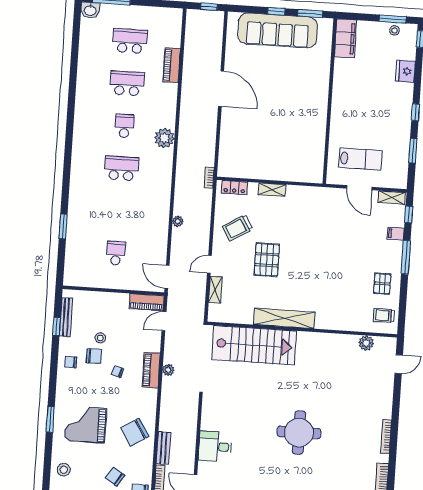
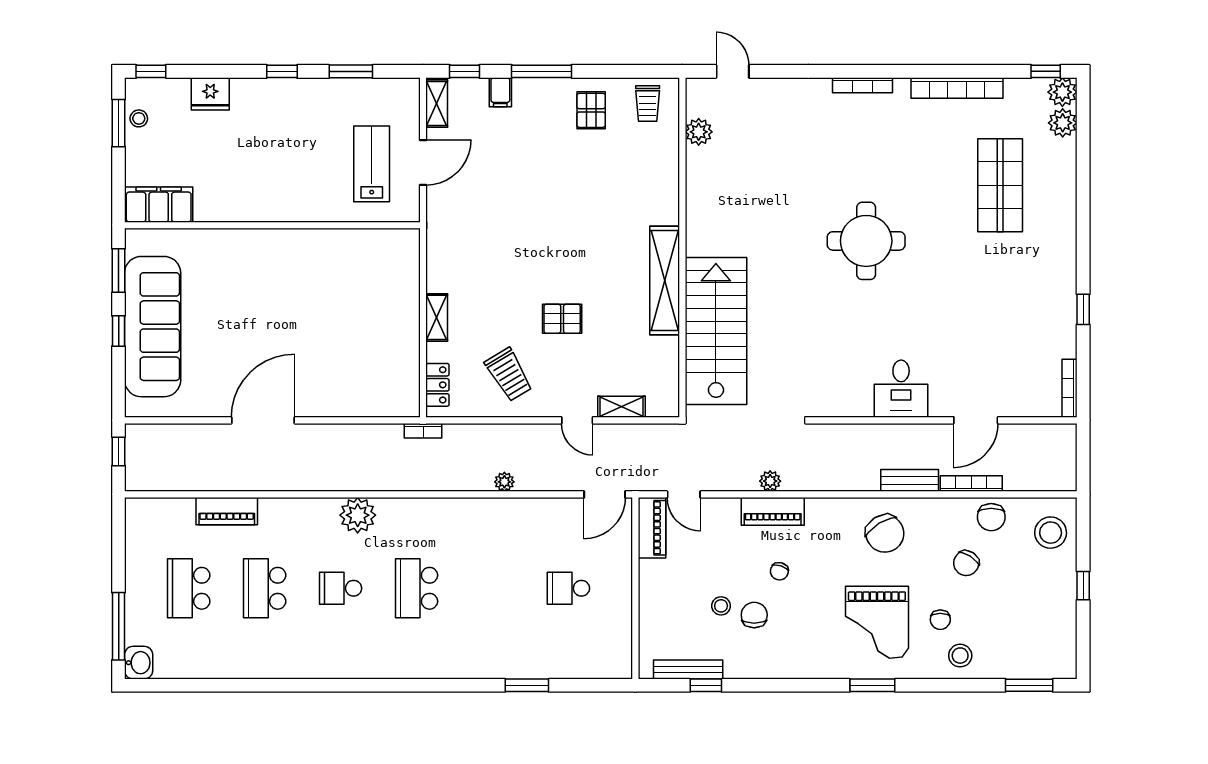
pallet: (267, 260) -> (562, 319), width x0.67, depth x0.71
pallet: (382, 284) -> (591, 110), turned 90
chair: (71, 362) -> (940, 620), moved

